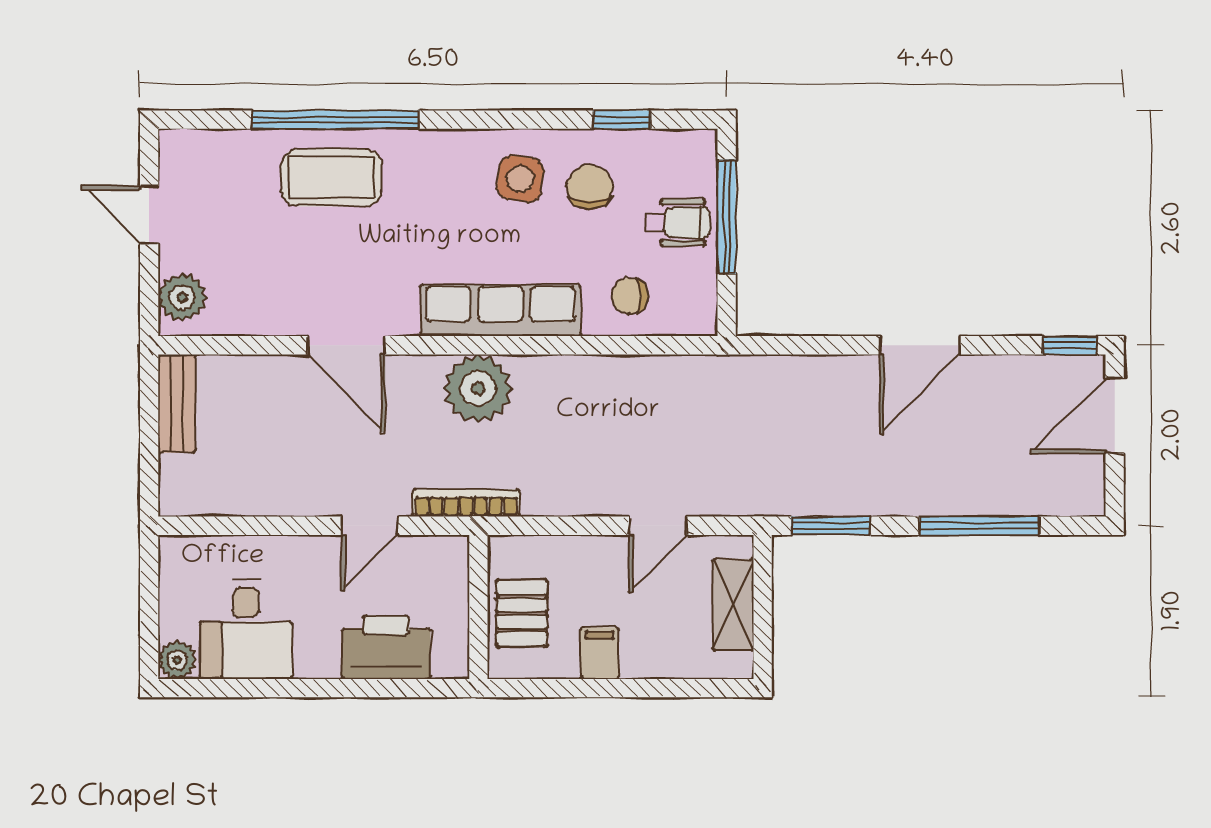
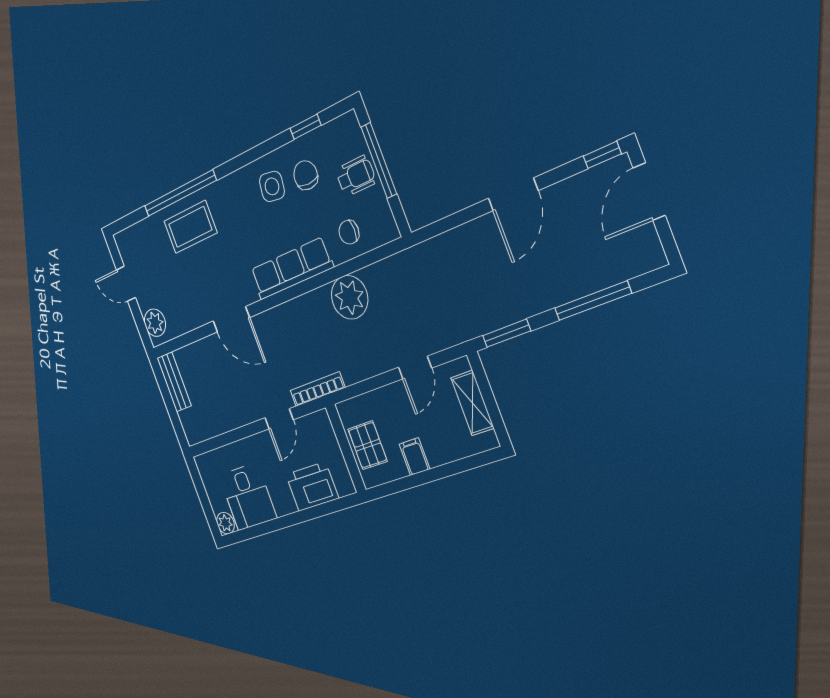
plant: (478, 388) -> (350, 297), moved

